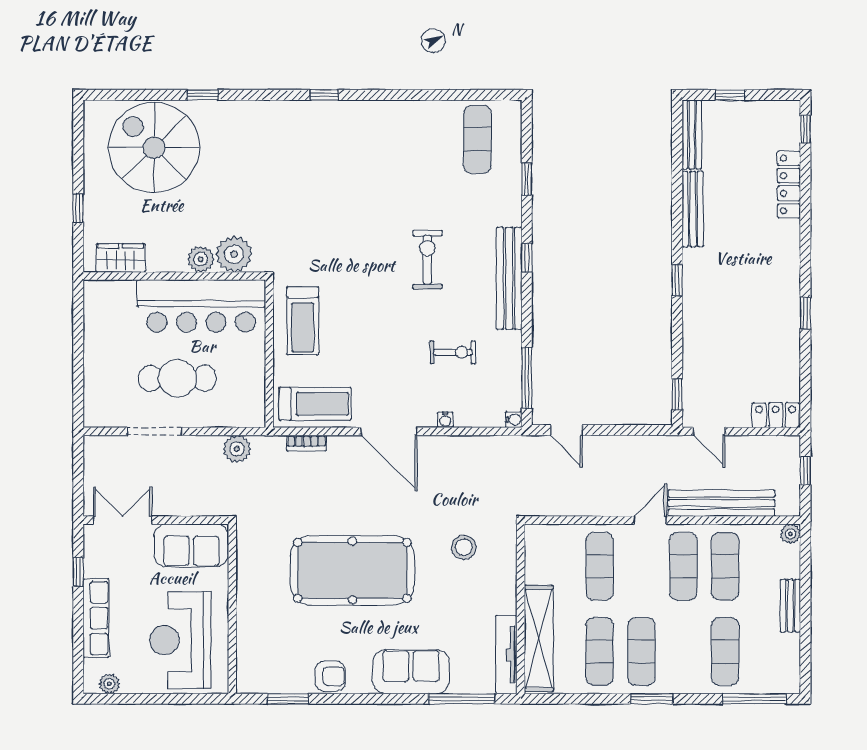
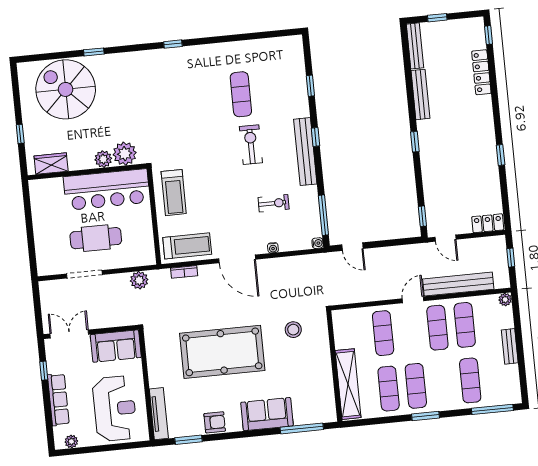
exercise mat: (477, 139) -> (241, 94), moved
reception desk: (180, 640) -> (115, 409), turned 180
tv unit: (506, 655) -> (159, 414), moved, turned 180

